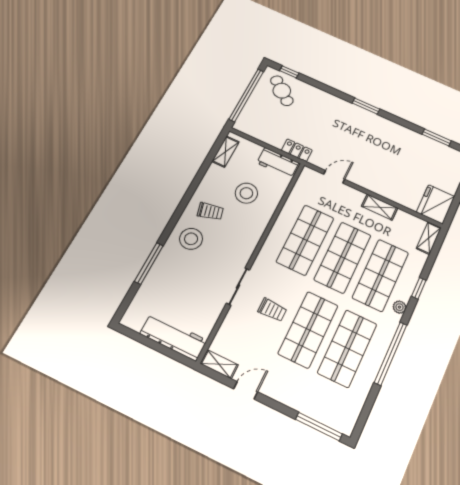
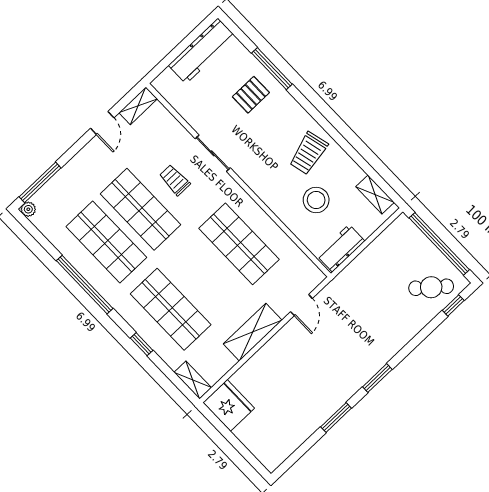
window: (437, 137) -> (336, 417), moved
locker: (297, 150) -> (349, 275), removed
shelving: (380, 207) -> (253, 332), width x1.50, depth x1.33
trolley: (210, 211) -> (308, 153), width x1.36, depth x1.39
stool: (191, 239) -> (284, 122), removed
shop shelf: (343, 257) -> (205, 277), removed
pallet: (177, 273) -> (251, 95), added
plant: (399, 307) -> (28, 209), moved
trolley: (272, 310) -> (175, 180), turned 90
workbench: (173, 337) -> (202, 51), moved

